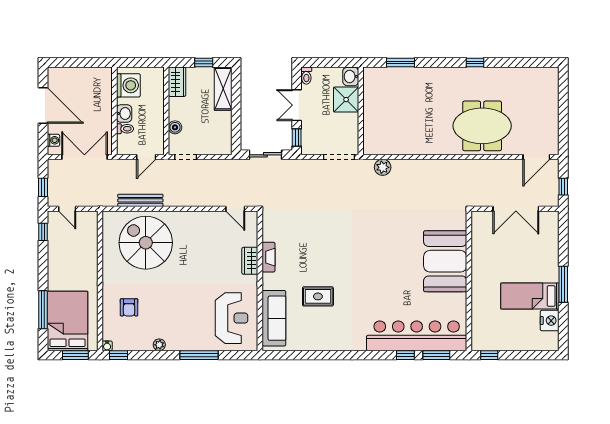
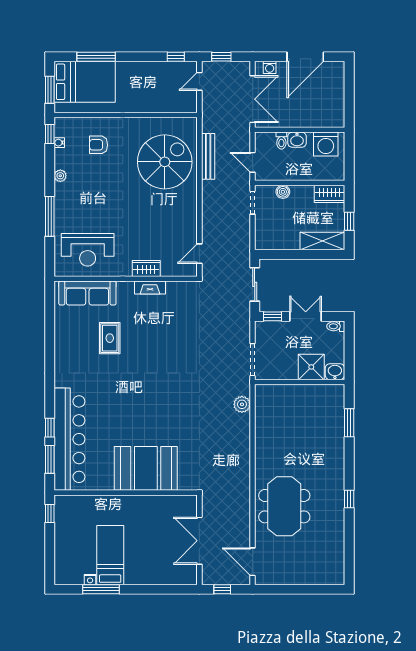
window: (563, 284) -> (101, 589), moved
nightstand: (550, 321) -> (90, 580), width x0.53, depth x0.56
water cooler: (107, 346) -> (59, 143), moved

